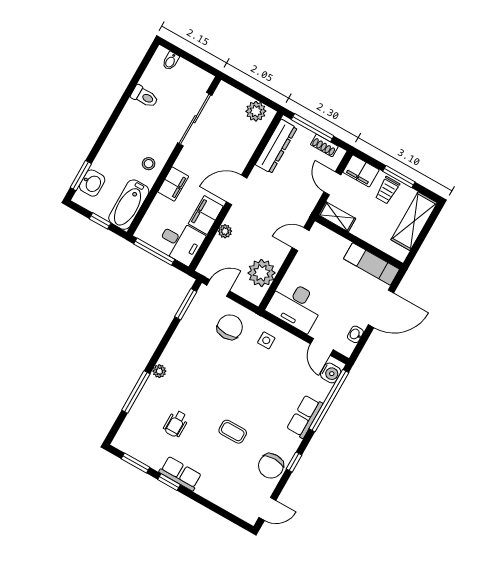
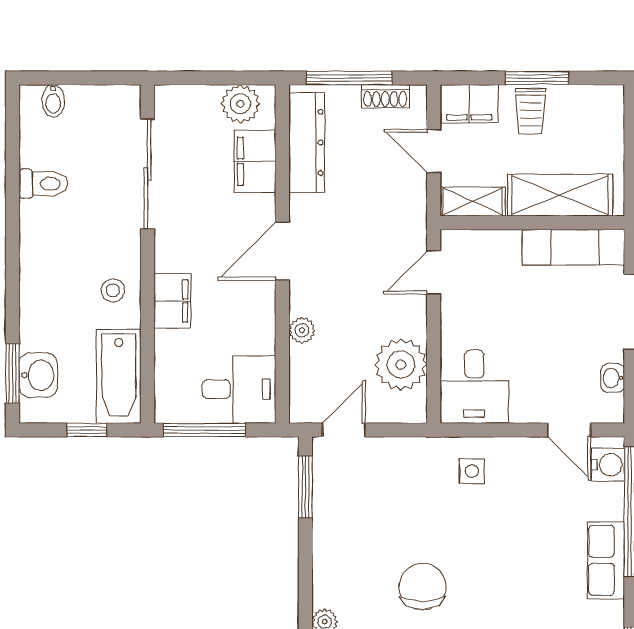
filing cabinet: (206, 215) -> (255, 161), moved
shelving: (414, 221) -> (560, 195), moved, turned 90
desk: (295, 306) -> (474, 387), width x0.73
chair: (230, 327) -> (423, 587), moved

